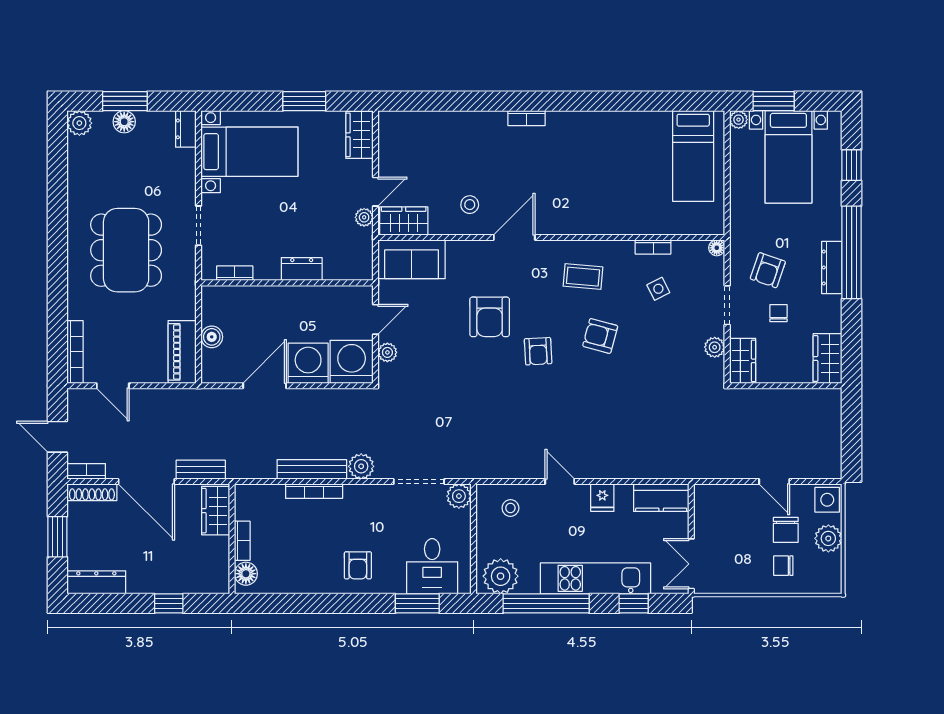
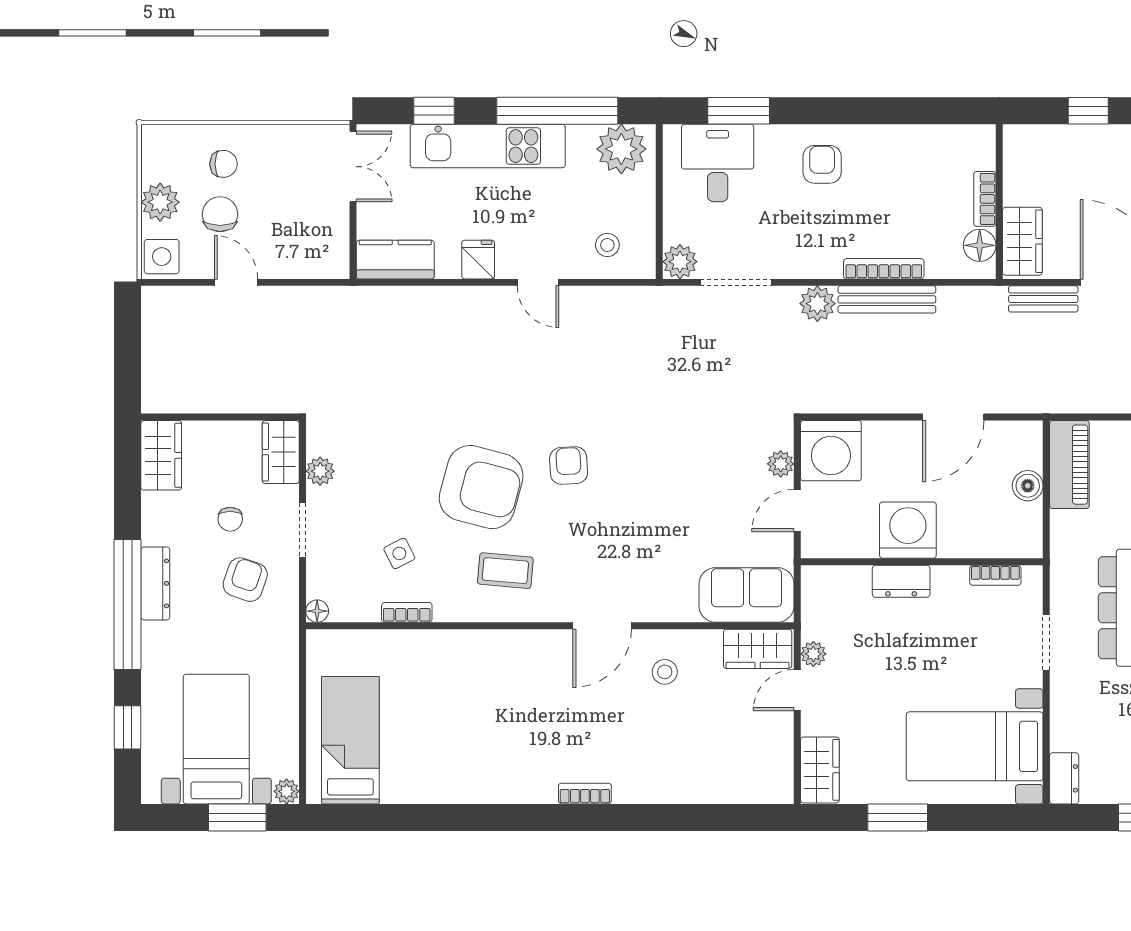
armchair: (490, 317) -> (637, 514), removed
armchair: (600, 336) -> (481, 487), width x1.88, depth x1.88
washing machine: (308, 363) -> (908, 530), moved, turned 180
floor lamp: (246, 574) -> (980, 245), moved

